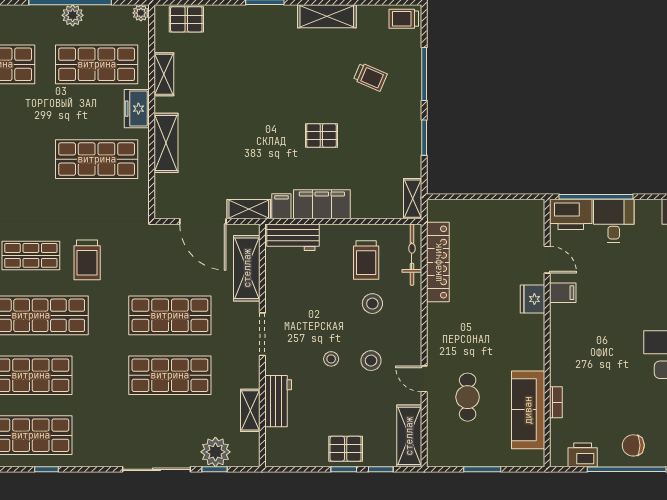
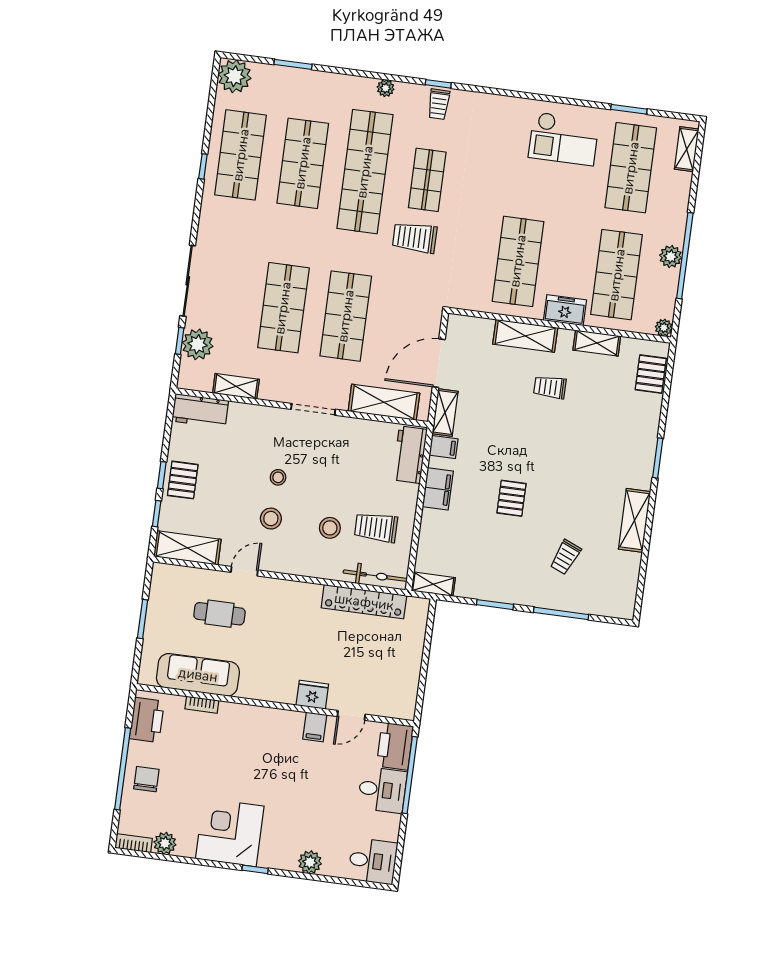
trolley: (404, 19) -> (550, 387), moved, turned -90
filing cabinet: (322, 204) -> (438, 489), width x0.67, depth x0.86
workbench: (278, 401) -> (200, 411), moved
printer: (583, 455) -> (147, 720), width x1.37, depth x1.19

